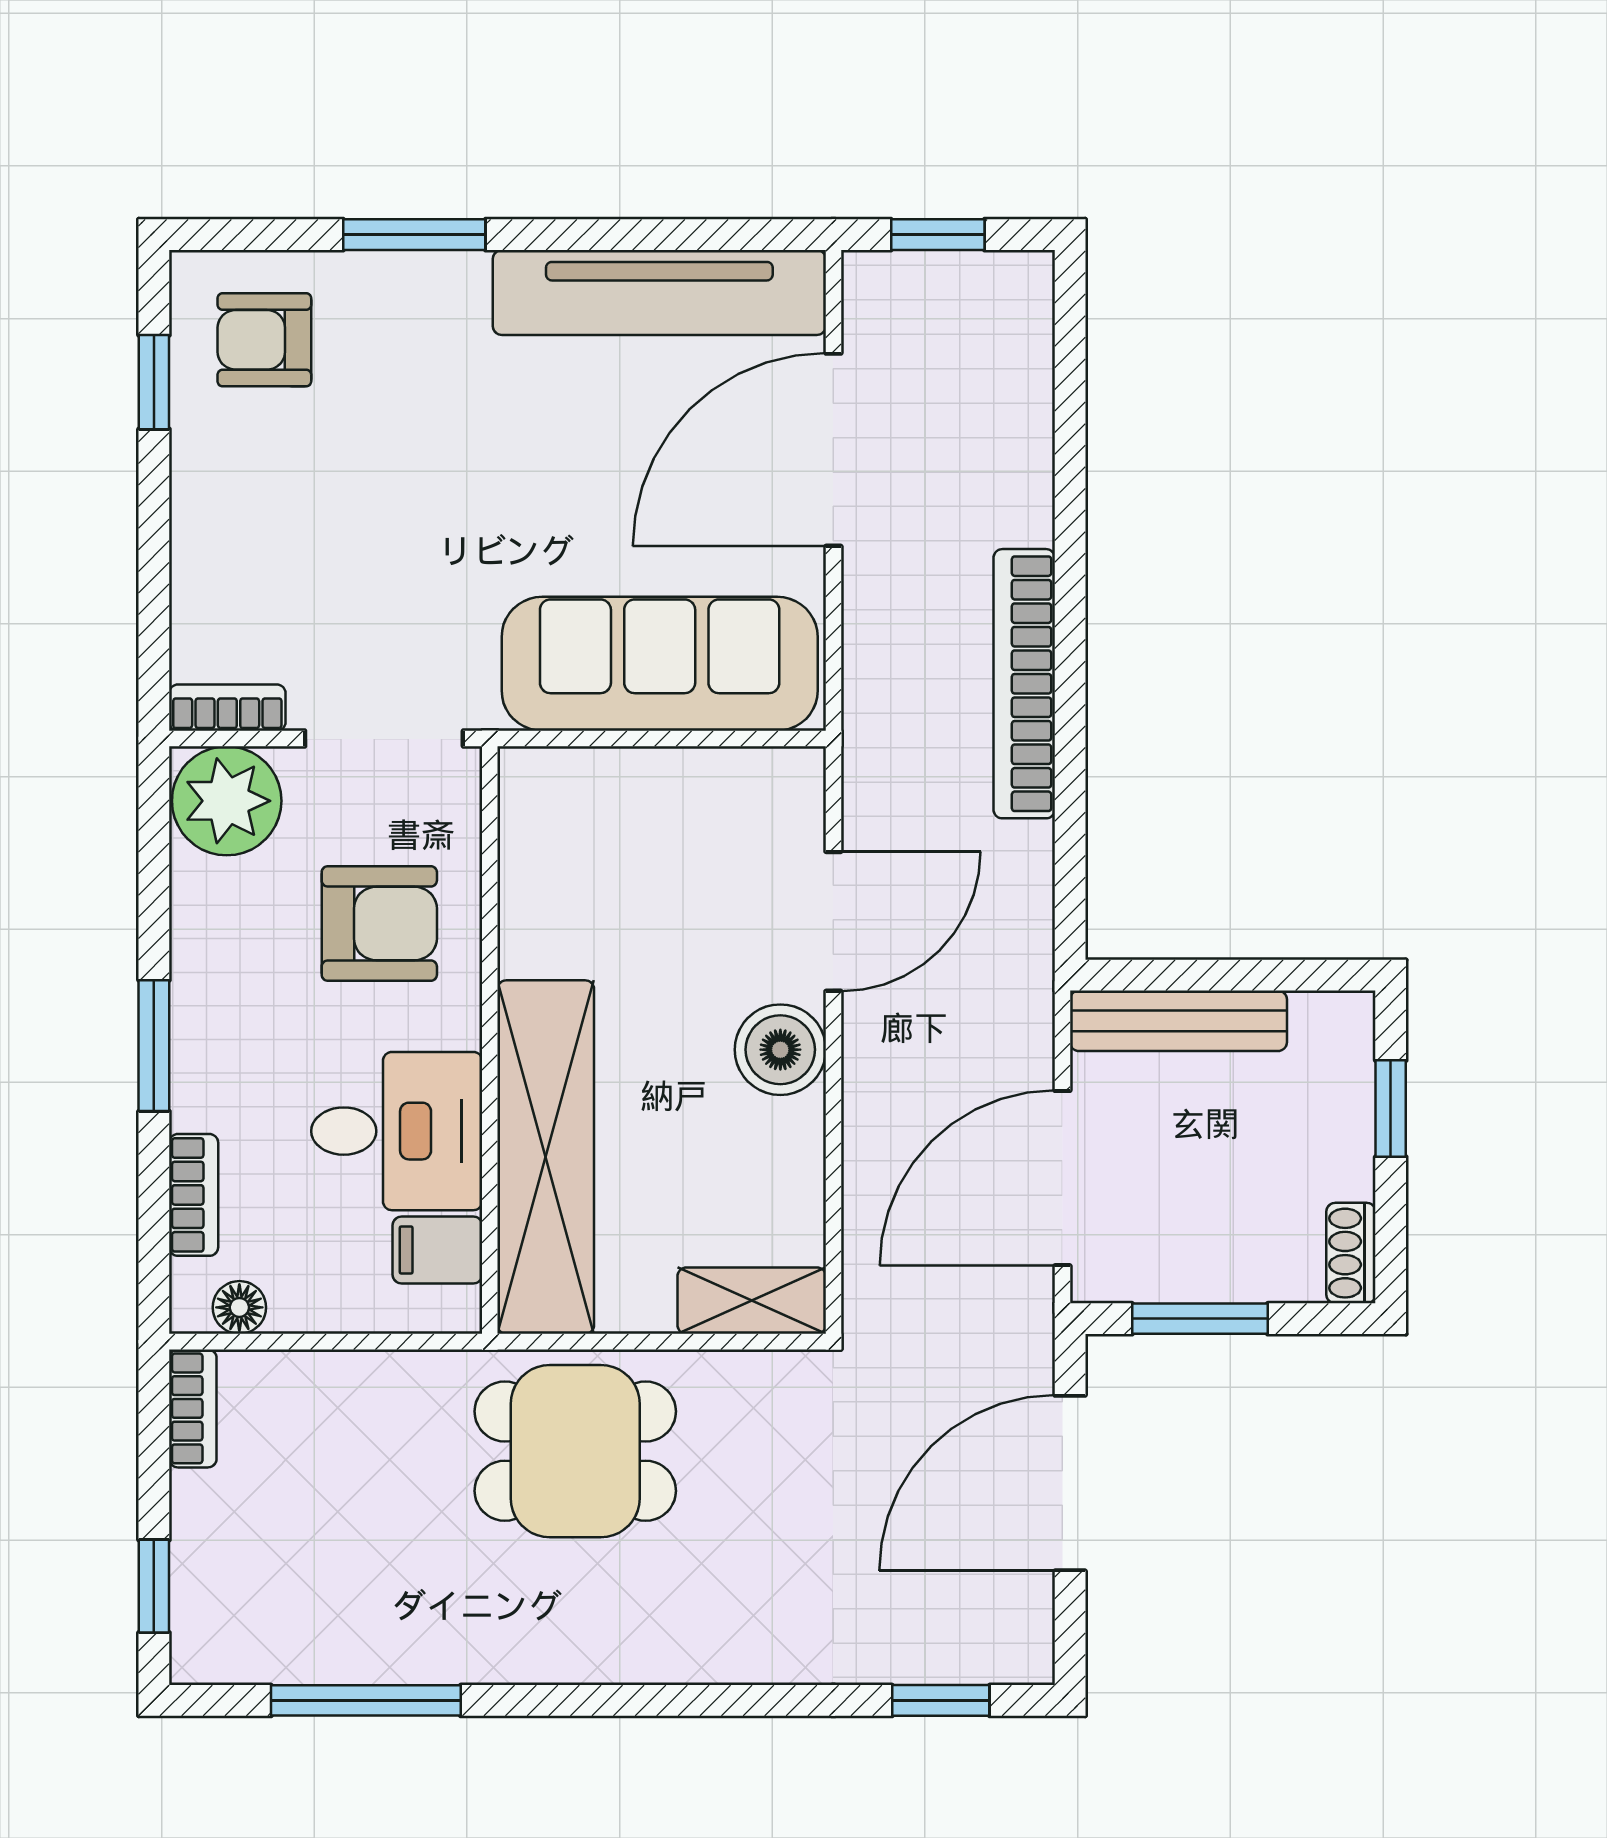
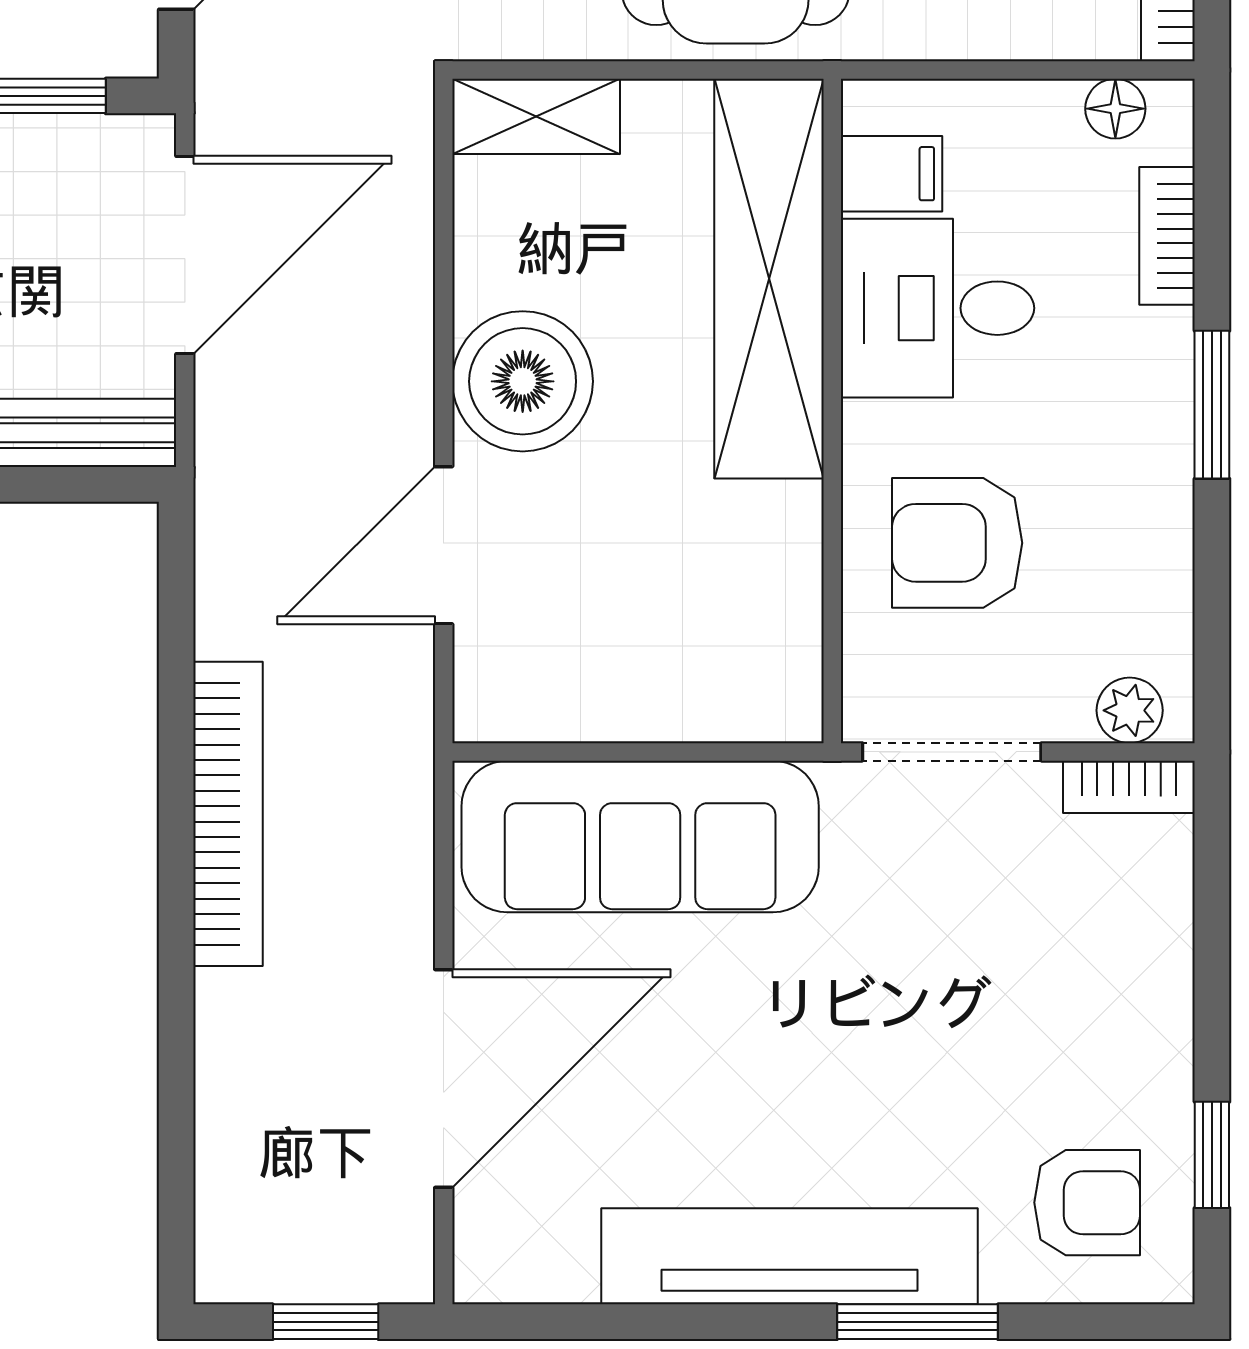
tv unit: (659, 292) -> (789, 1256), moved
plant: (227, 801) -> (1130, 710), width x0.53, depth x0.53
boiler: (780, 1050) -> (523, 381), width x1.37, depth x1.37

